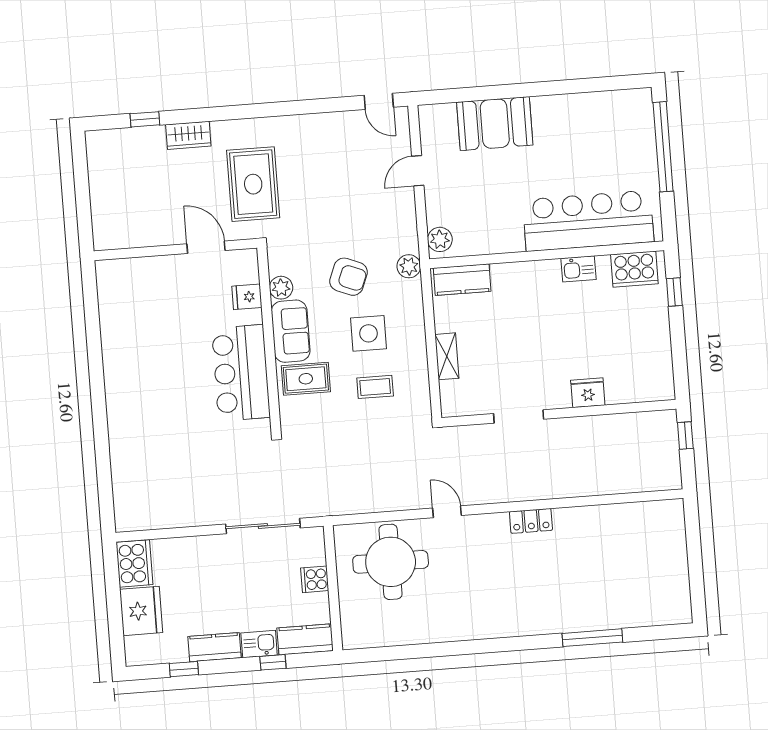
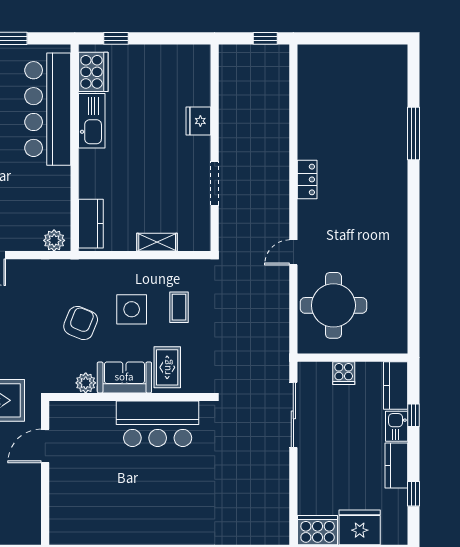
plant: (409, 266) -> (75, 269), removed
kitchen sink: (579, 269) -> (92, 121), width x1.87, depth x1.24
fridge: (247, 297) -> (91, 413), removed
window: (685, 435) -> (265, 38), moved

